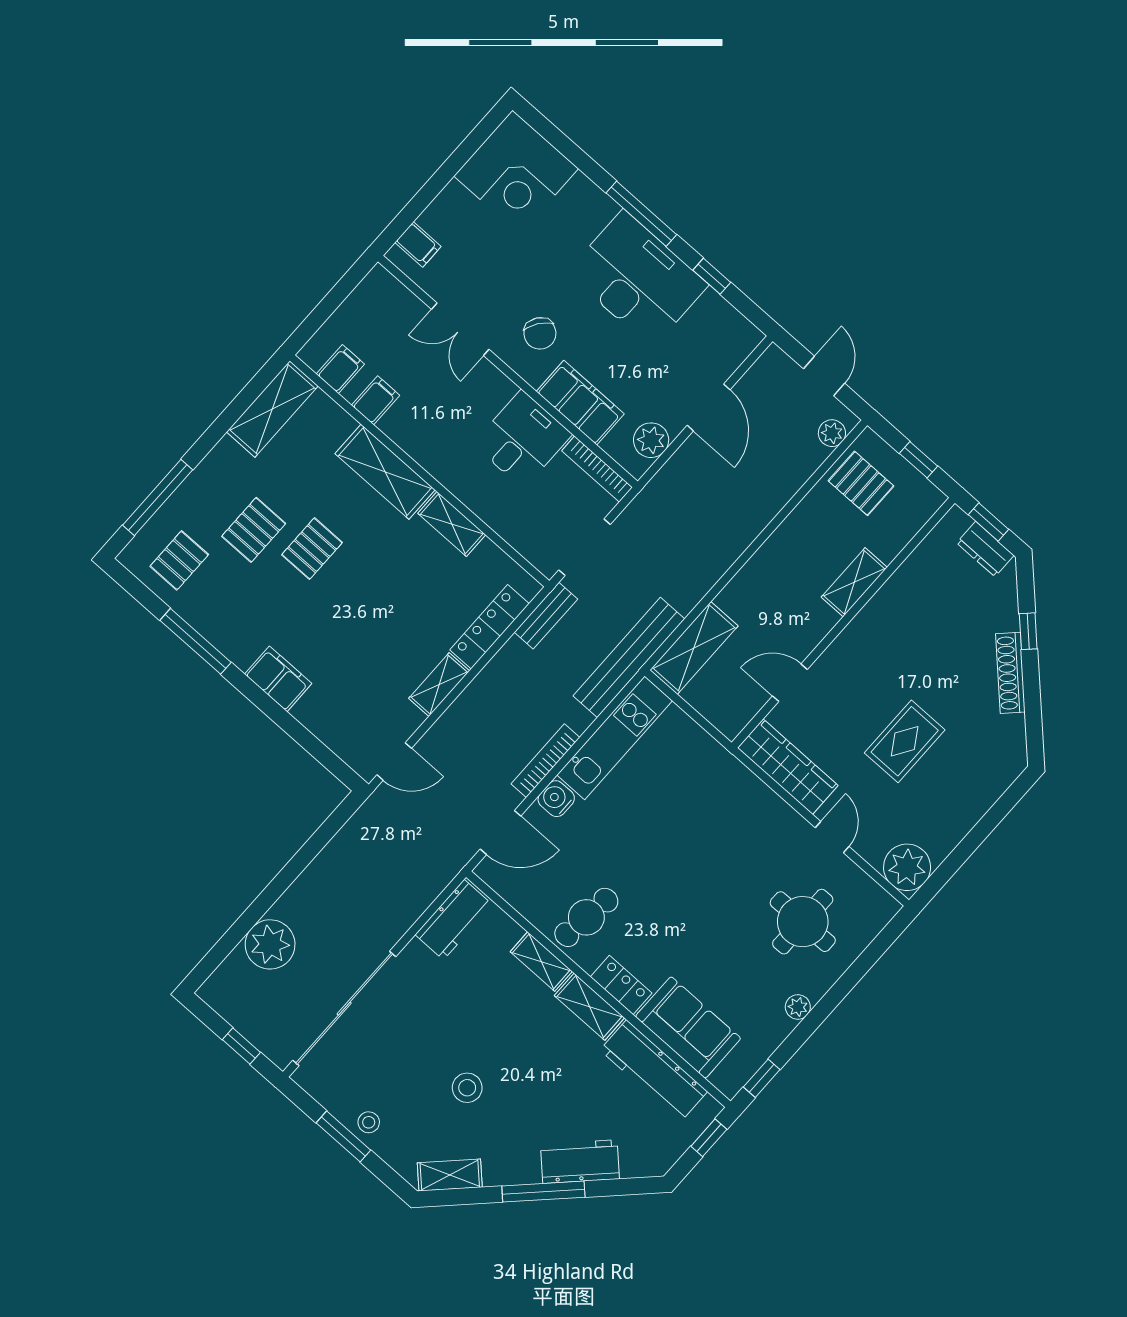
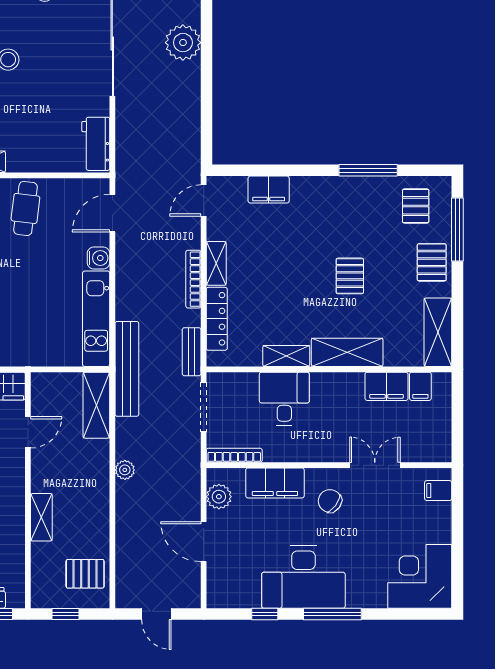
filing cabinet: (376, 400) -> (387, 386), width x2.00
plant: (832, 433) -> (125, 470), moved
desk: (522, 439) -> (284, 399), moved, turned 180
pallet: (254, 530) -> (432, 262), moved
filing cabinet: (278, 679) -> (269, 190), moved
bookcase: (545, 761) -> (193, 279), moved, turned 180
shelving: (541, 962) -> (29, 163), removed

